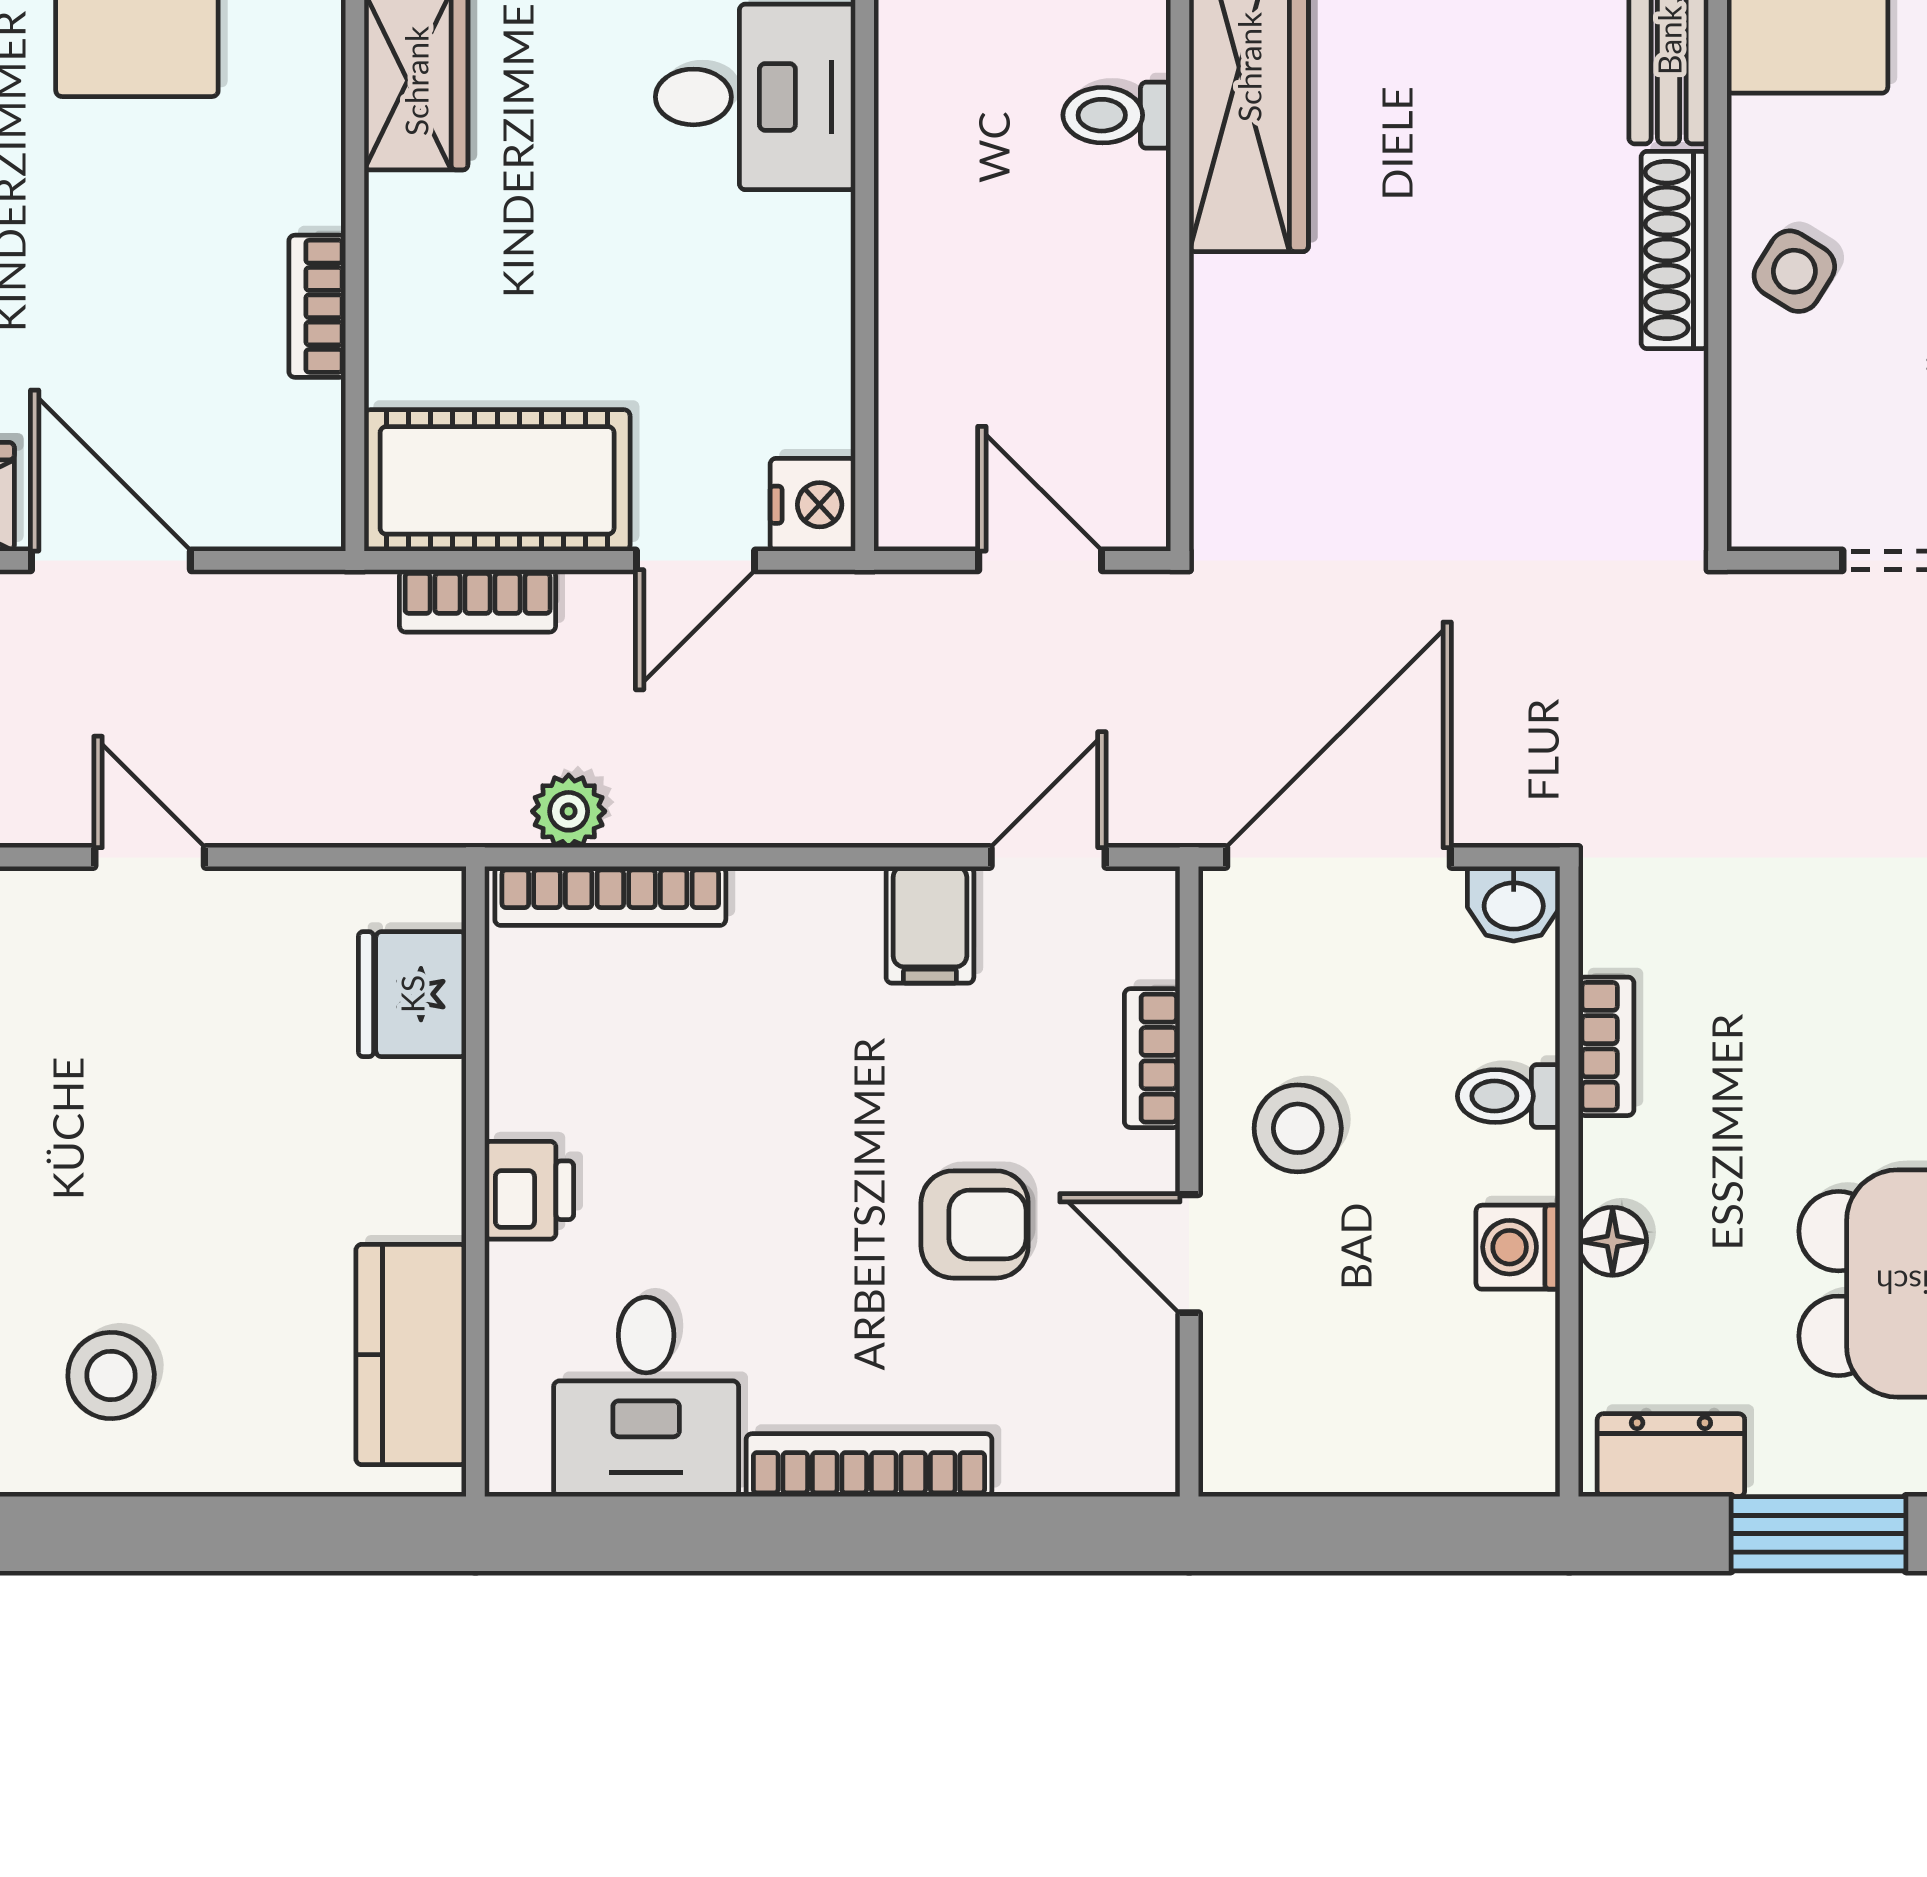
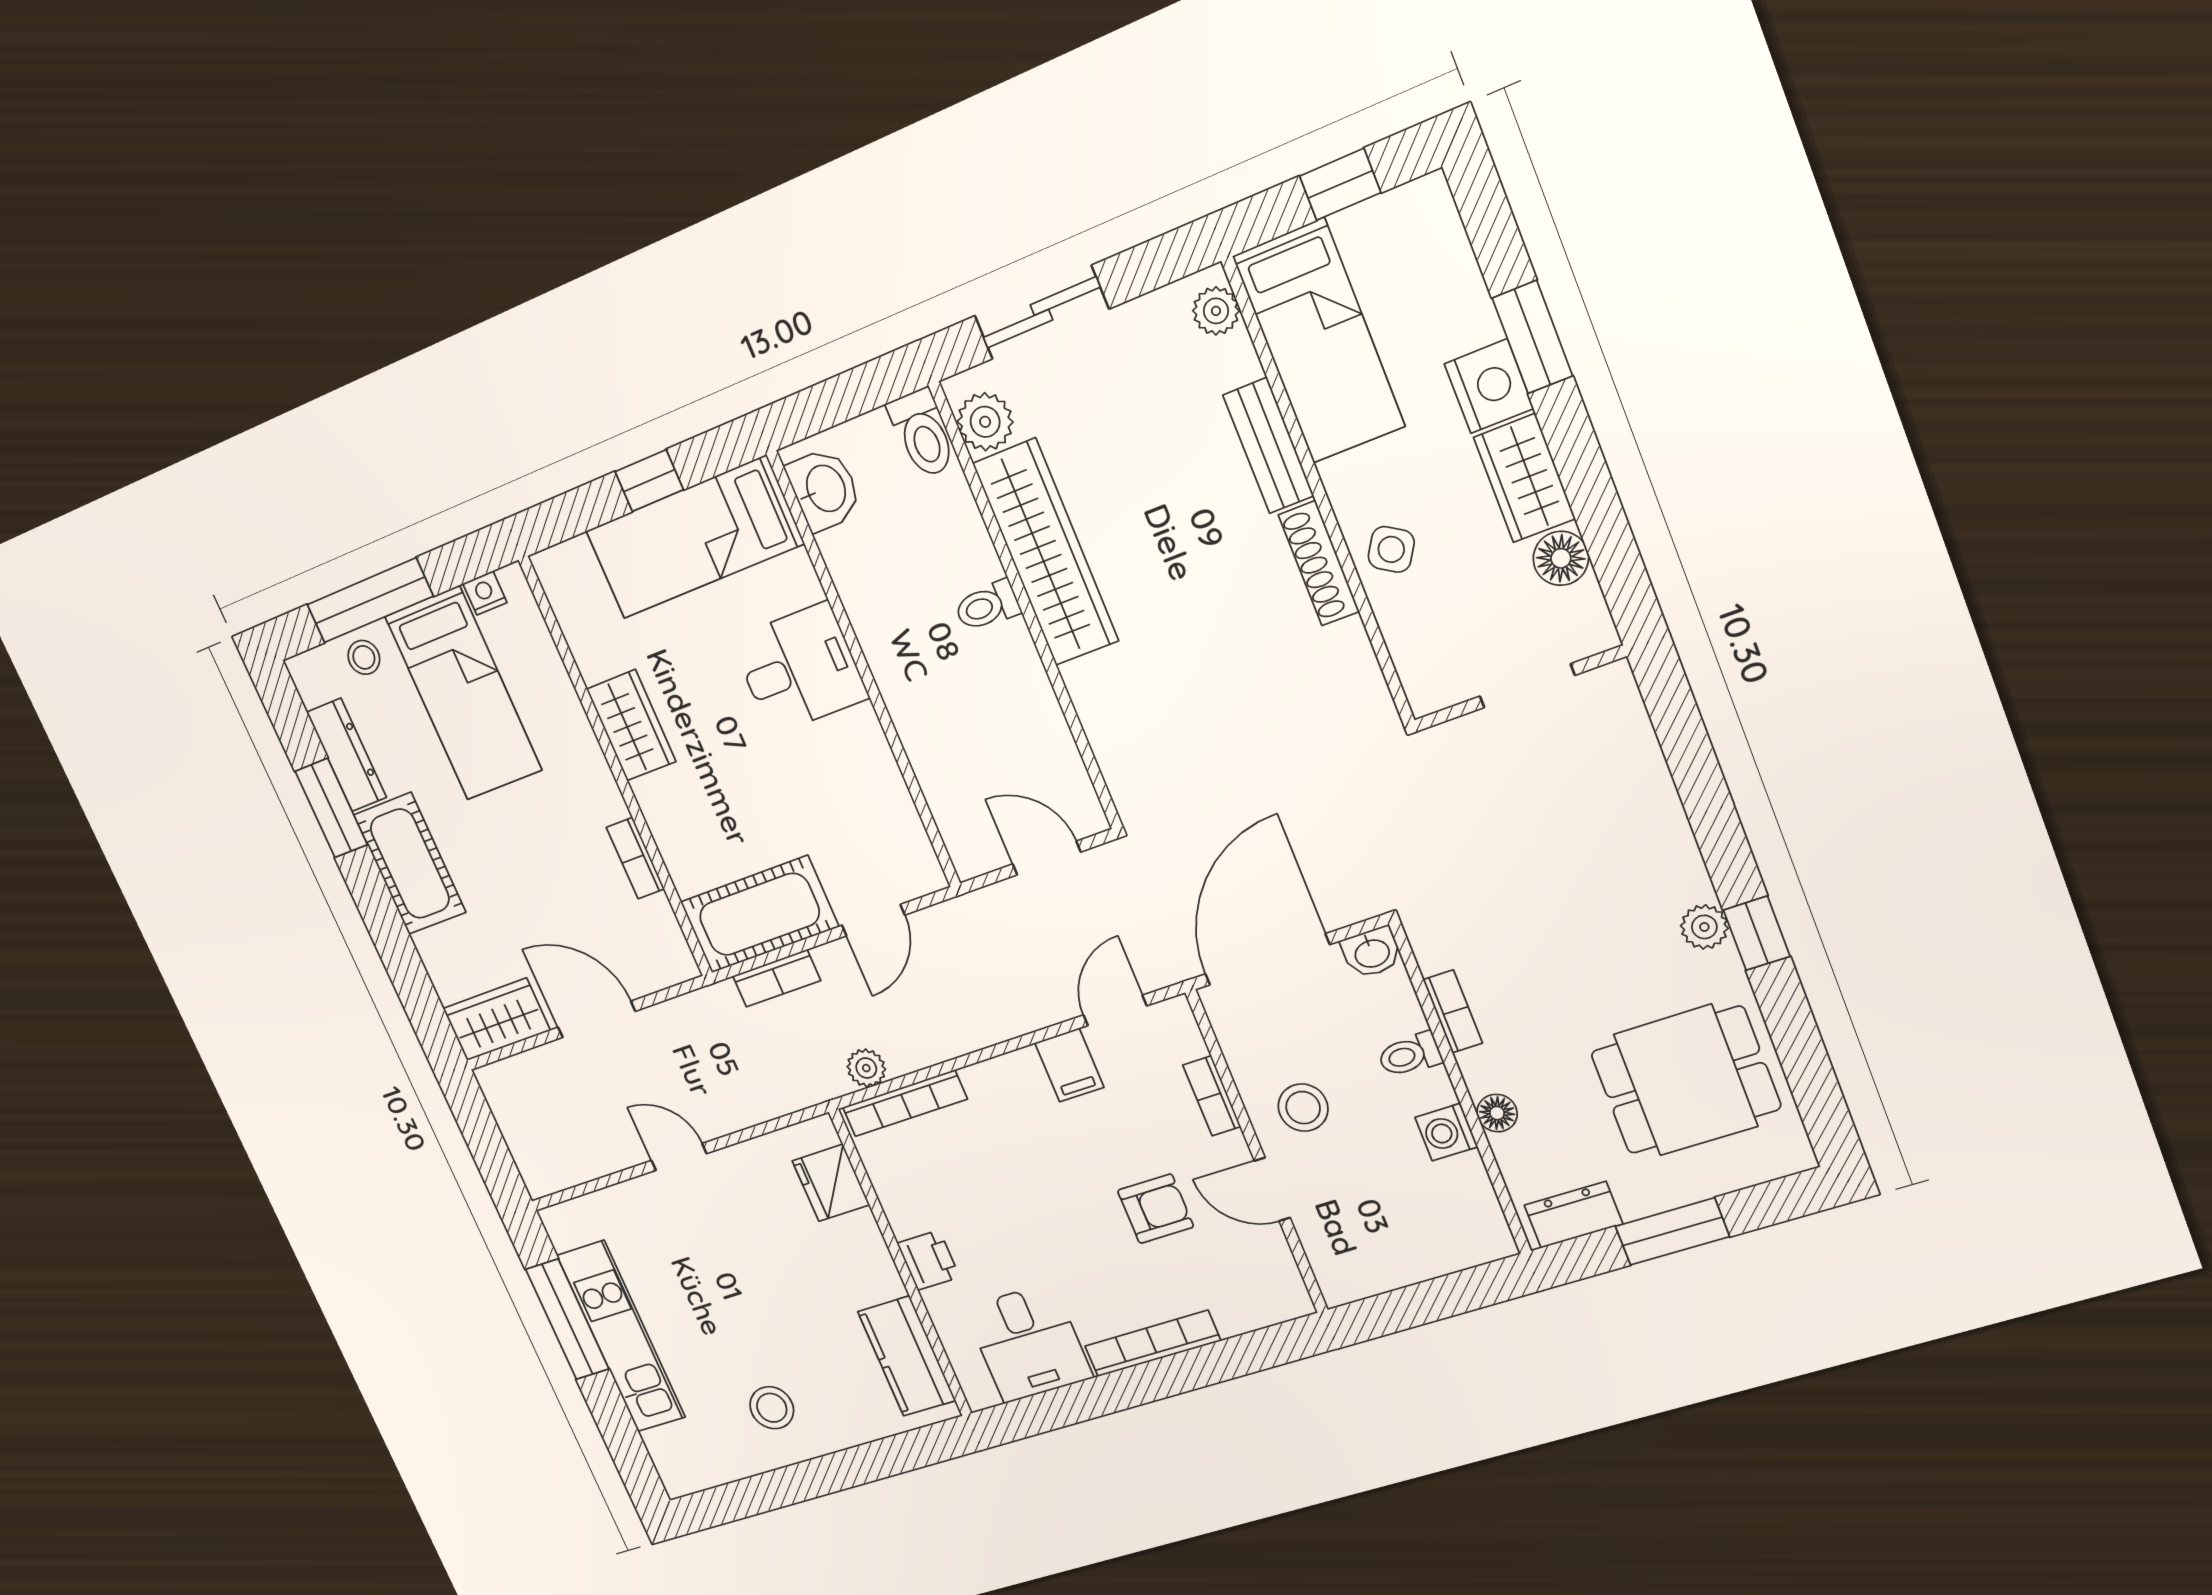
nightstand: (813, 505) -> (919, 871), removed

